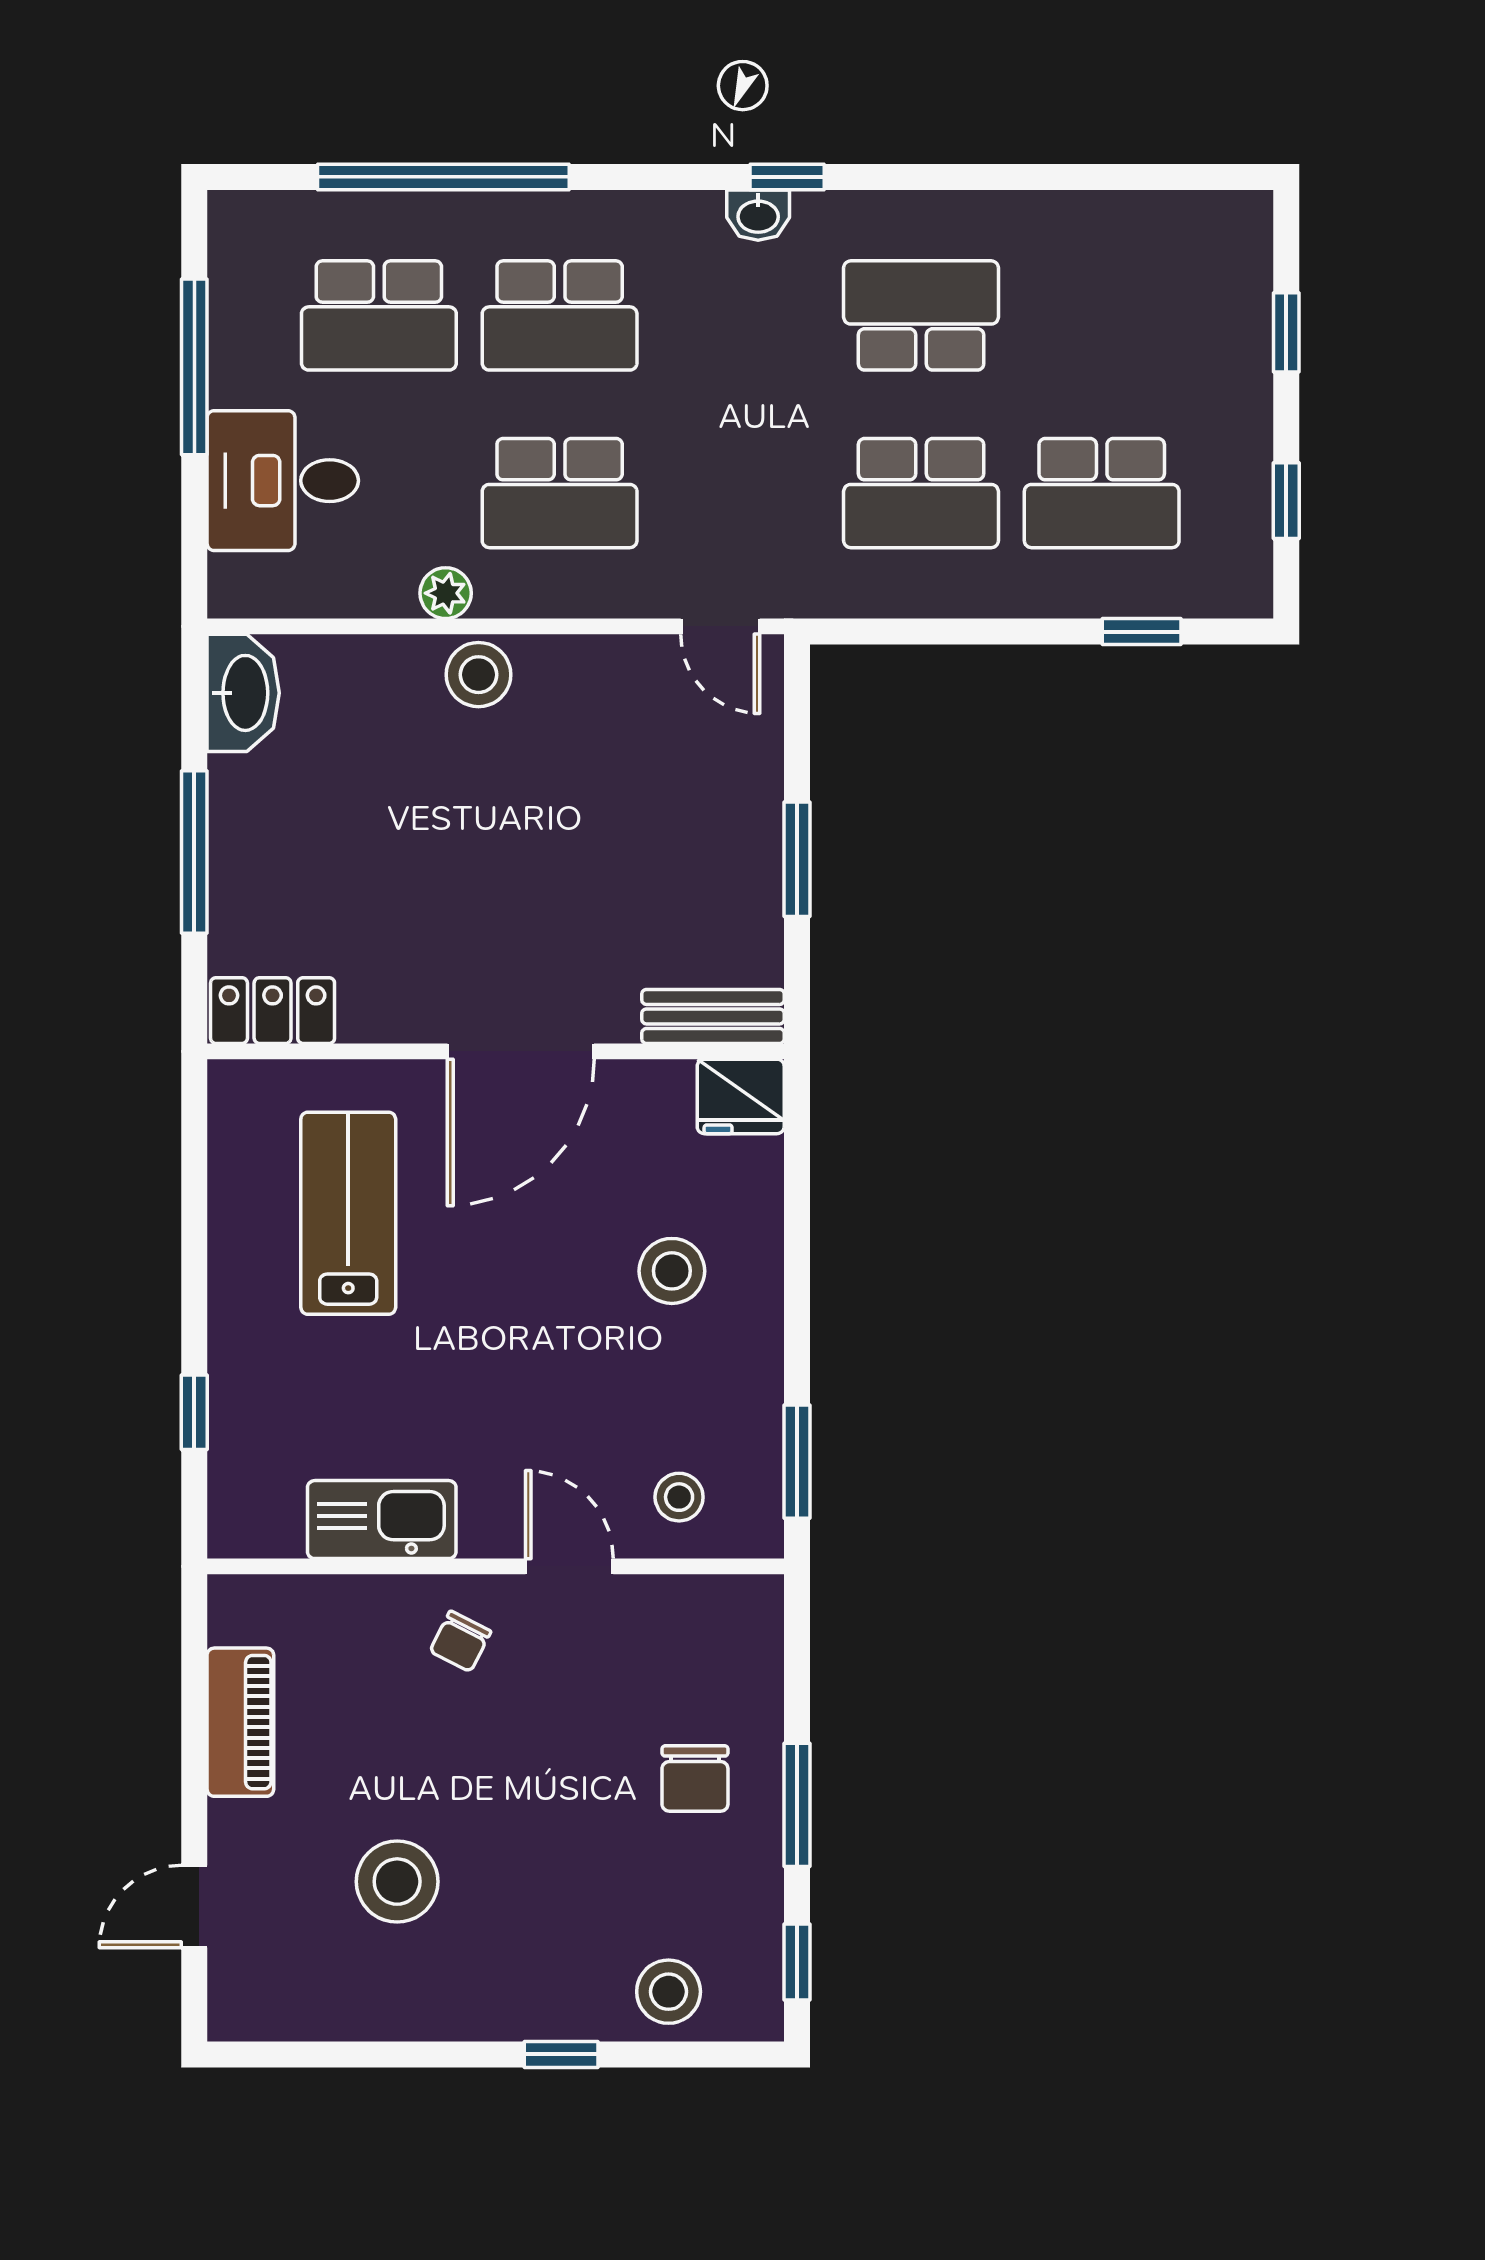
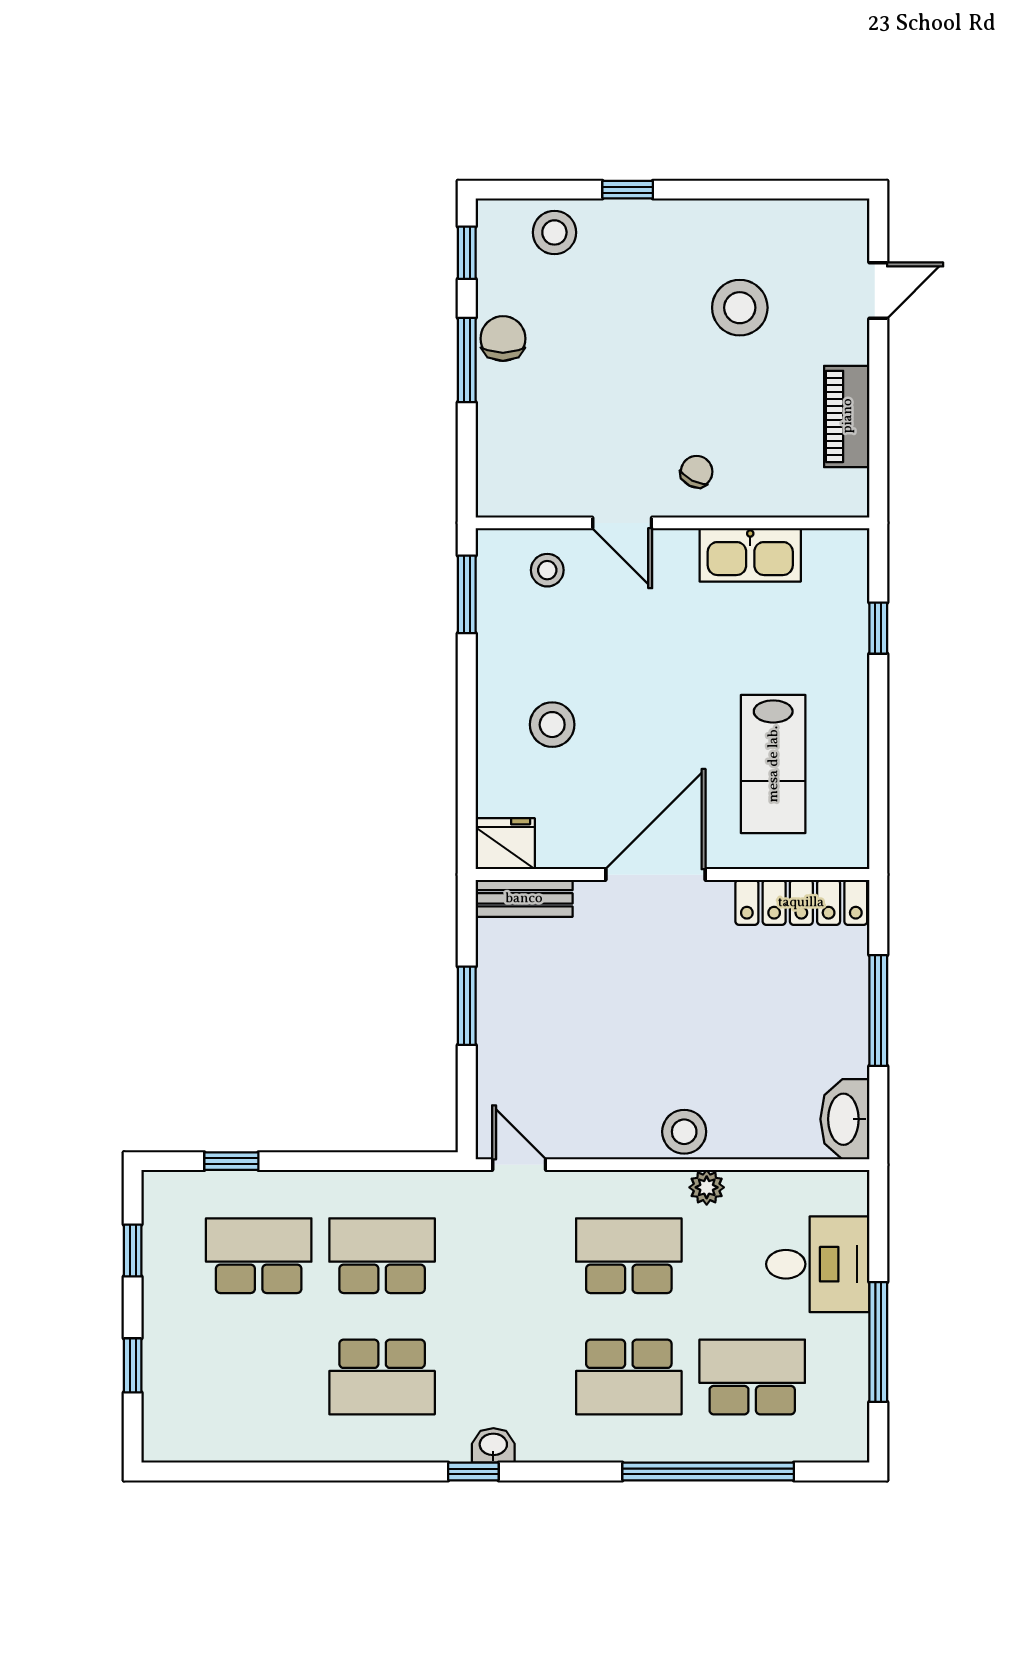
school desk: (560, 315) -> (629, 1377), turned 180
locker: (273, 1011) -> (801, 902), width x1.53
chair: (695, 1778) -> (503, 339), moved

